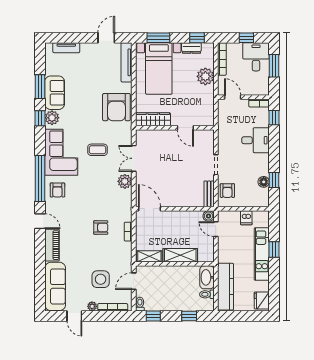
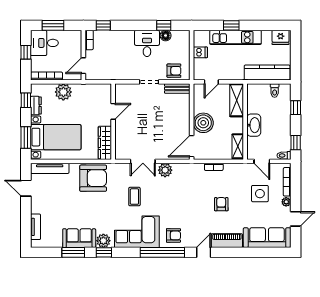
desk: (256, 140) -> (147, 43), moved
boiler: (209, 216) -> (203, 123), moved, width x1.86, depth x1.86
armchair: (101, 227) -> (221, 204), moved
shelving: (180, 255) -> (237, 100), moved
washbasin: (207, 277) -> (254, 125), moved, turned -90

